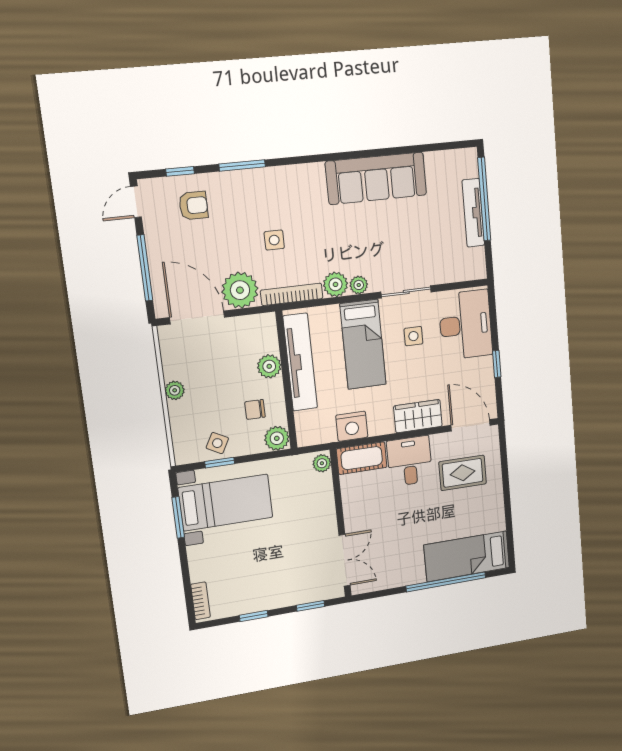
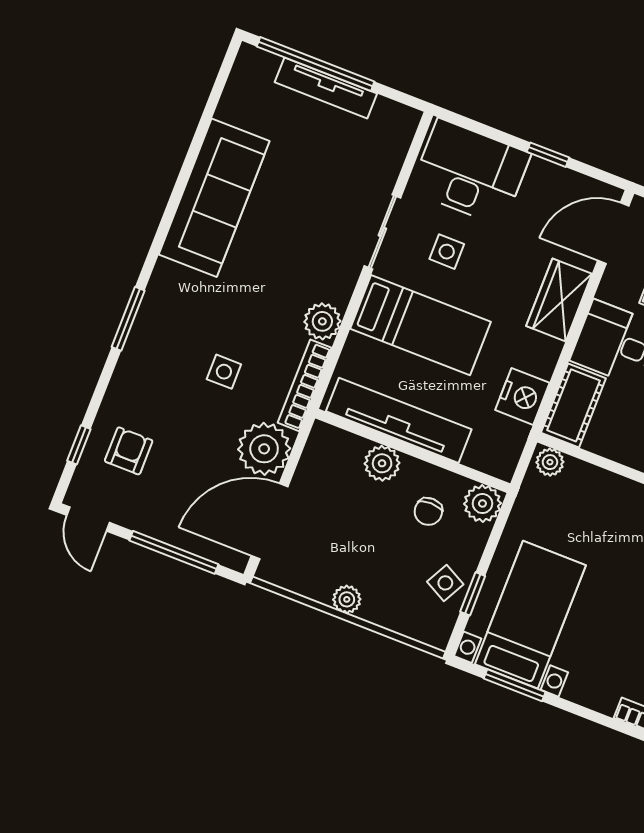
window: (242, 165) -> (128, 319), moved
plant: (359, 285) -> (339, 291), removed

